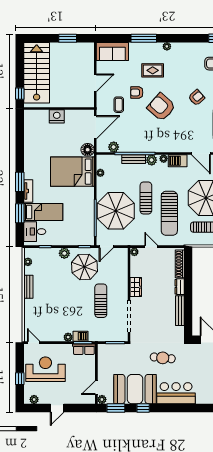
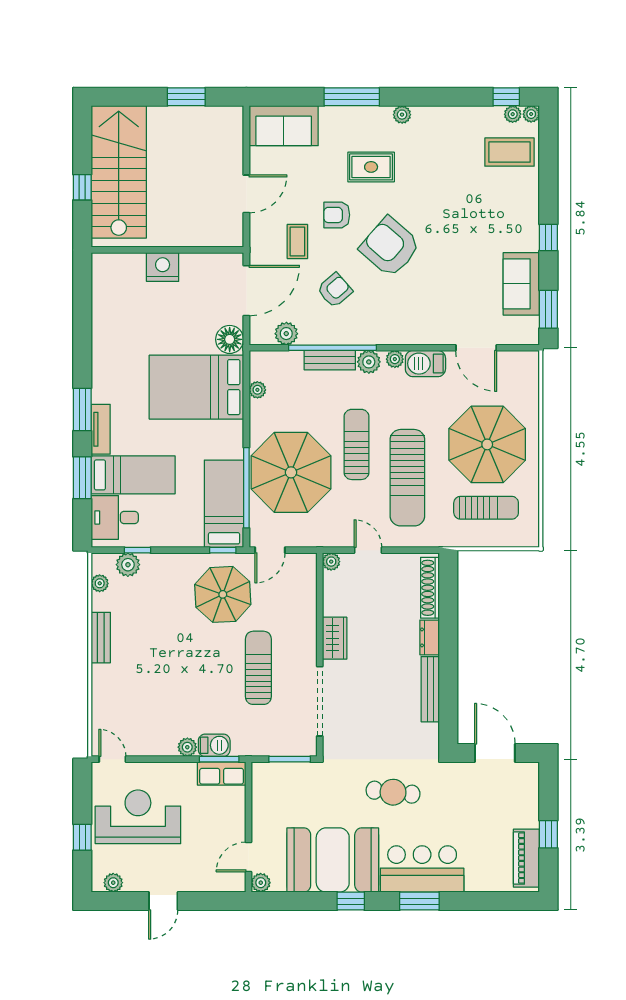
window: (20, 94) -> (82, 187), moved
armchair: (197, 98) -> (335, 290), moved
bed: (85, 225) -> (224, 504), added
plant: (64, 253) -> (128, 565), moved
window: (116, 408) -> (419, 901), moved

